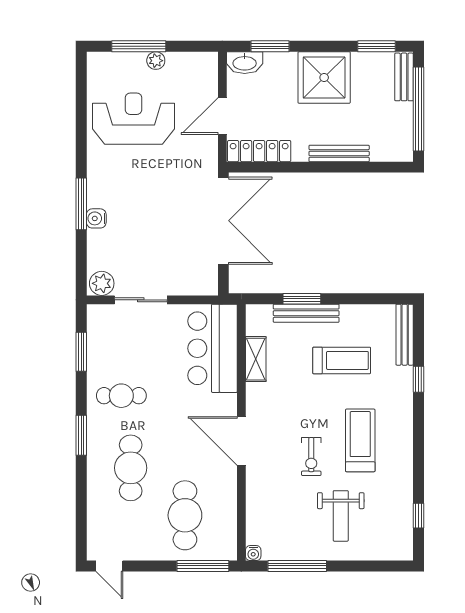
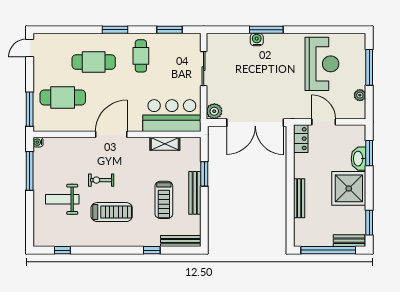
plant: (156, 61) -> (360, 95), moved
washbasin: (245, 63) -> (359, 159), moved
locker: (259, 151) -> (301, 139), width x0.66
plant: (102, 283) -> (214, 111), moved
bench: (306, 313) -> (195, 193), moved

